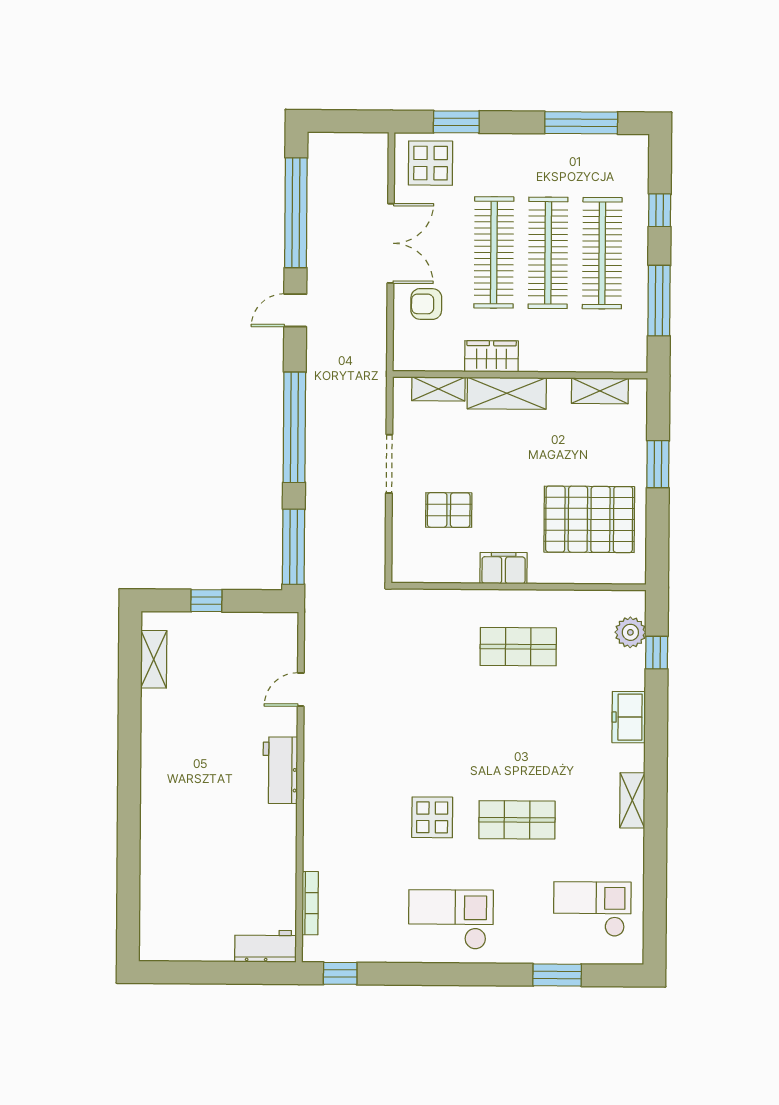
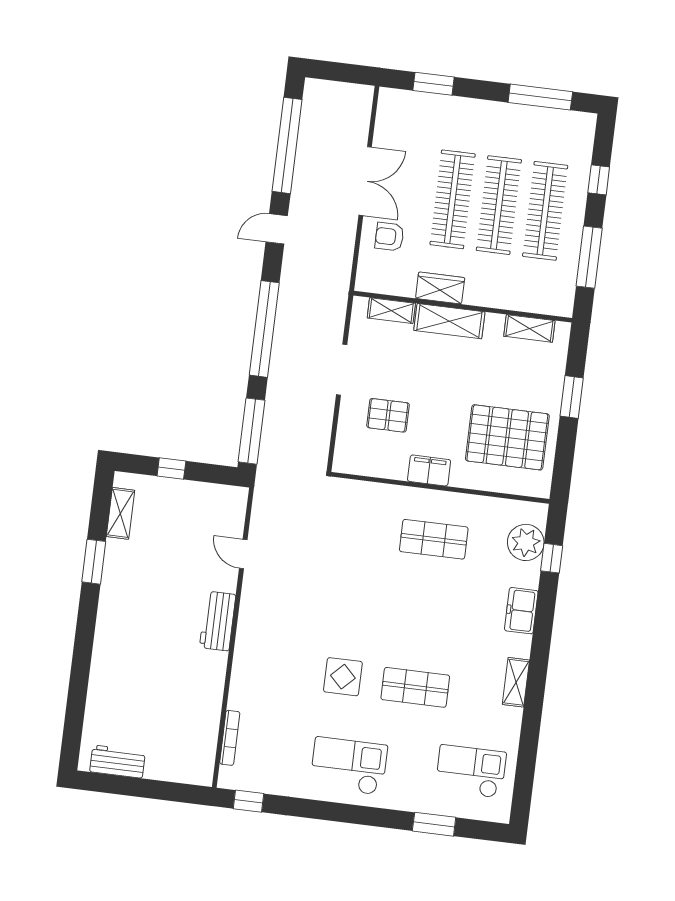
display table: (431, 163) -> (407, 116), removed
plant: (630, 632) -> (526, 542), width x1.36, depth x1.36
door: (301, 690) -> (243, 554), hinge flipped
window: (129, 719) -> (94, 562), added
workbench: (265, 946) -> (118, 762), moved

